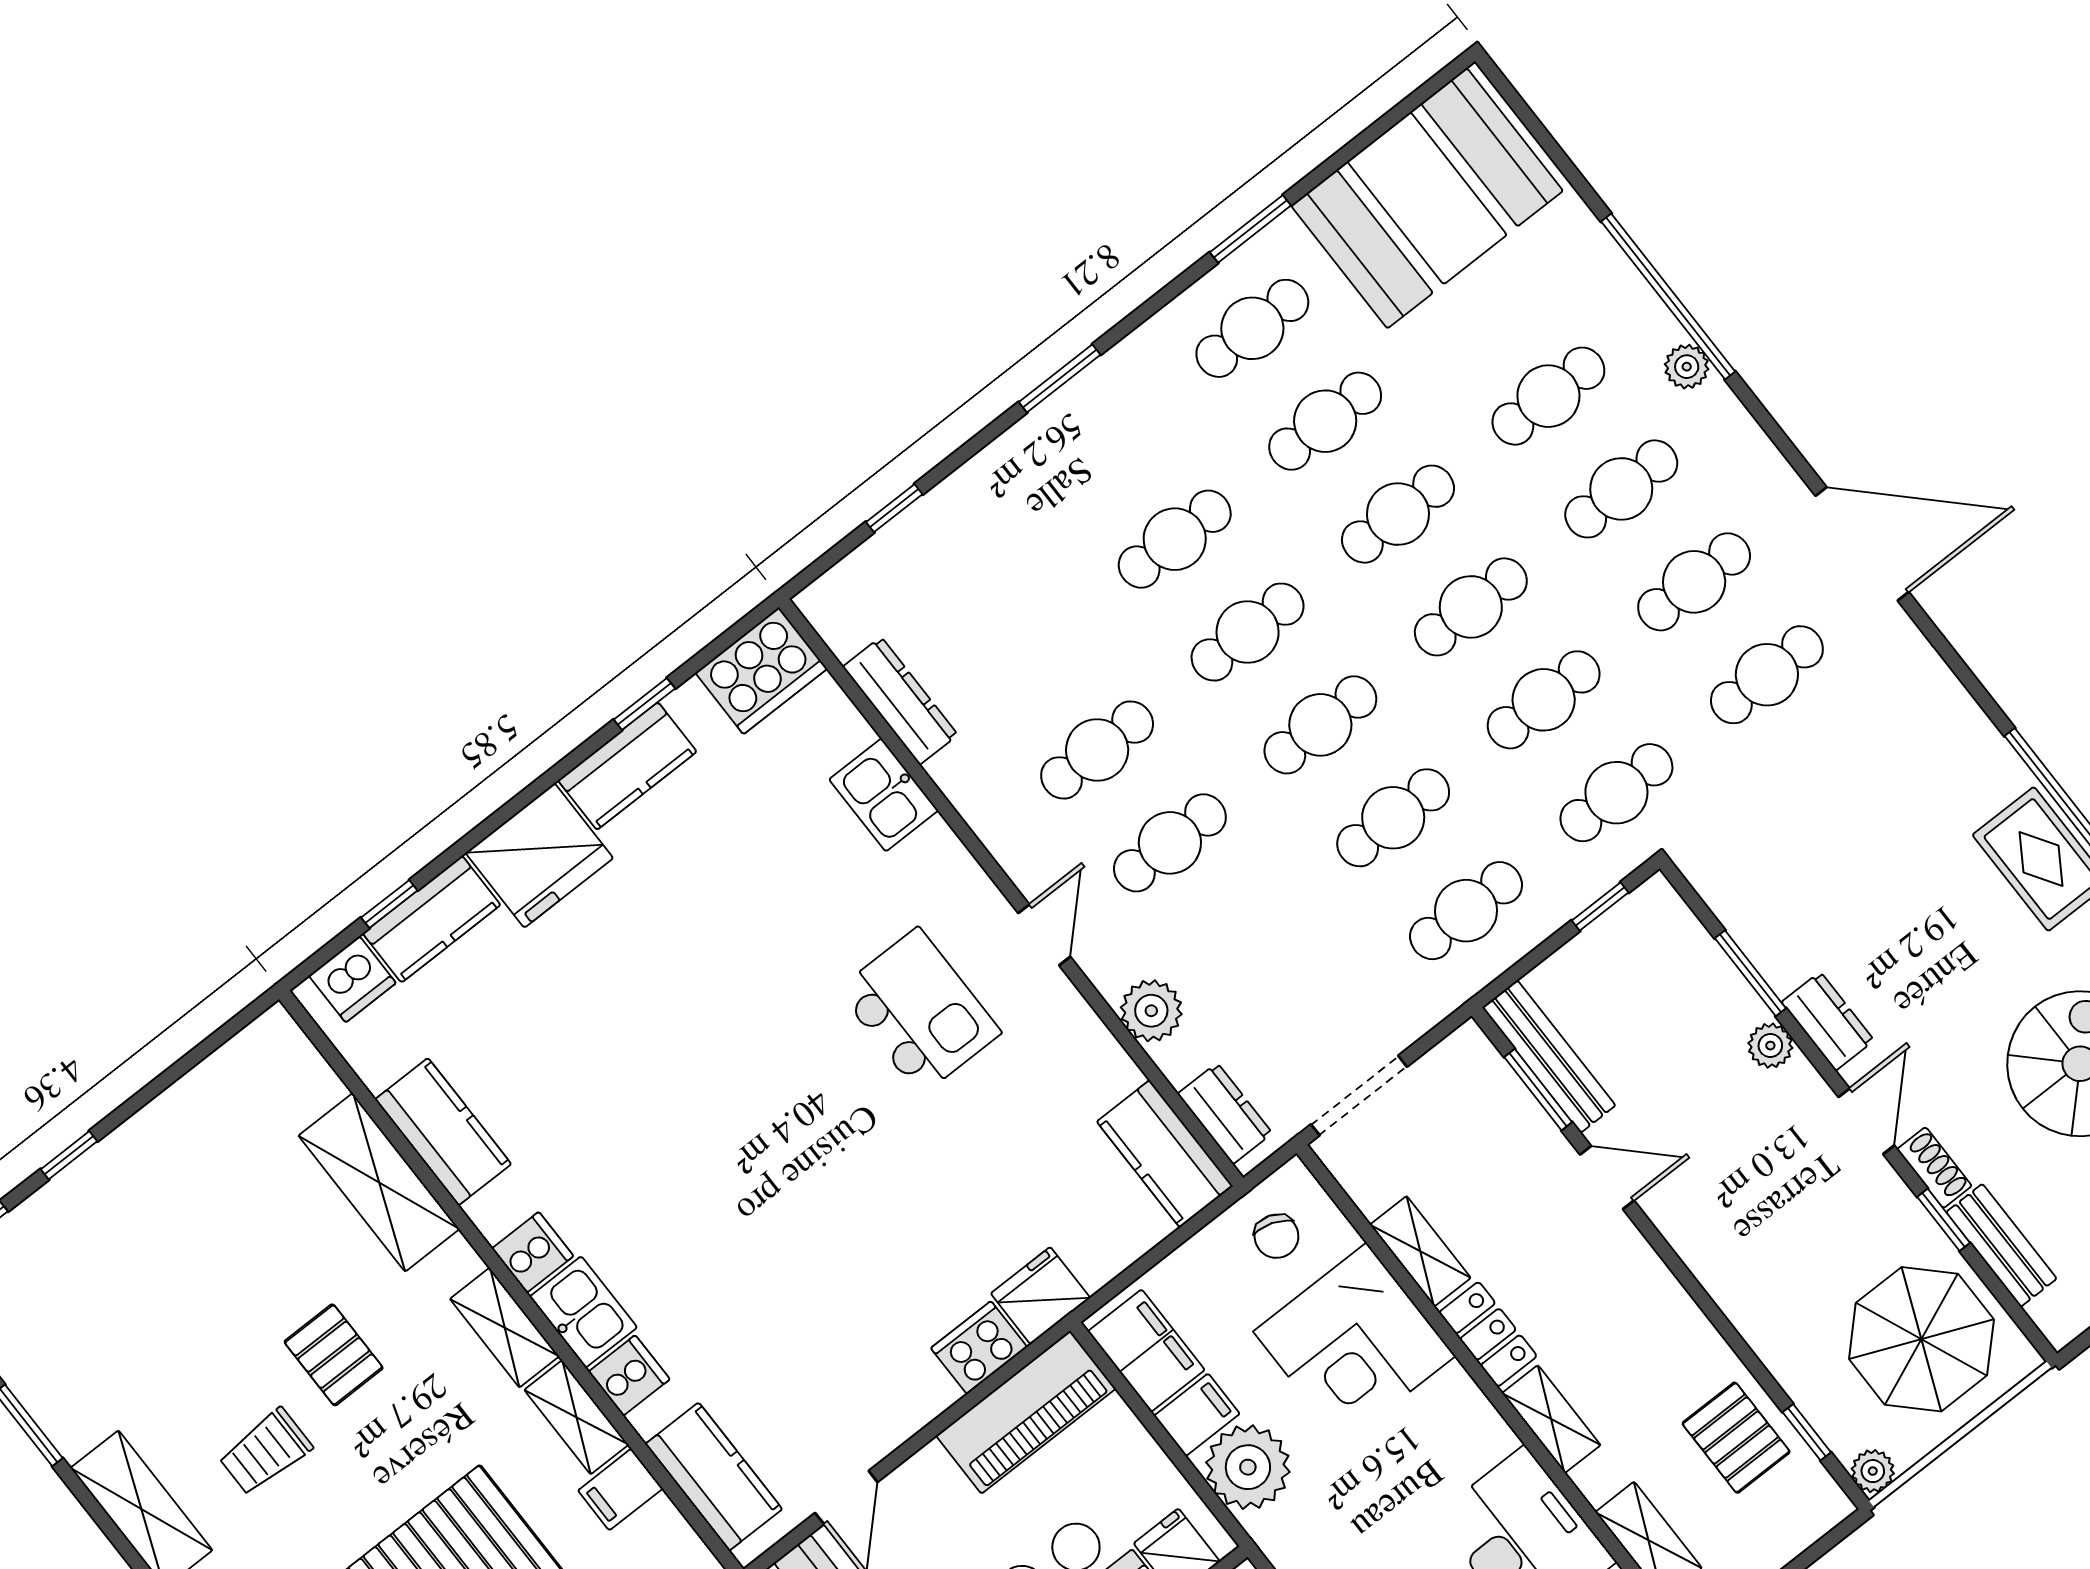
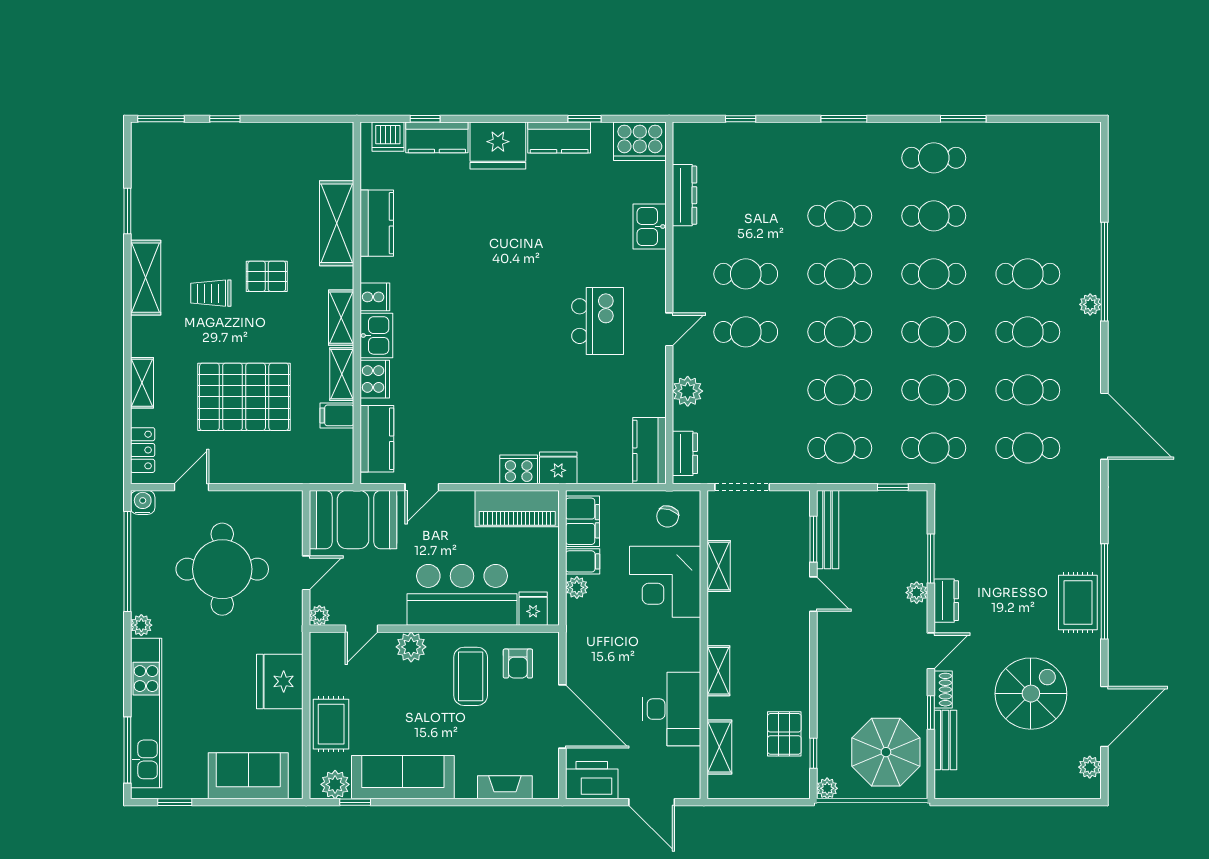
booth: (1427, 198) -> (1041, 160), removed
locker: (1488, 1334) -> (720, 619), removed
pallet: (334, 1355) -> (267, 276), turned 90
cooker: (629, 1376) -> (375, 379), width x1.36
plant: (1248, 1467) -> (577, 587), width x0.53, depth x0.53

